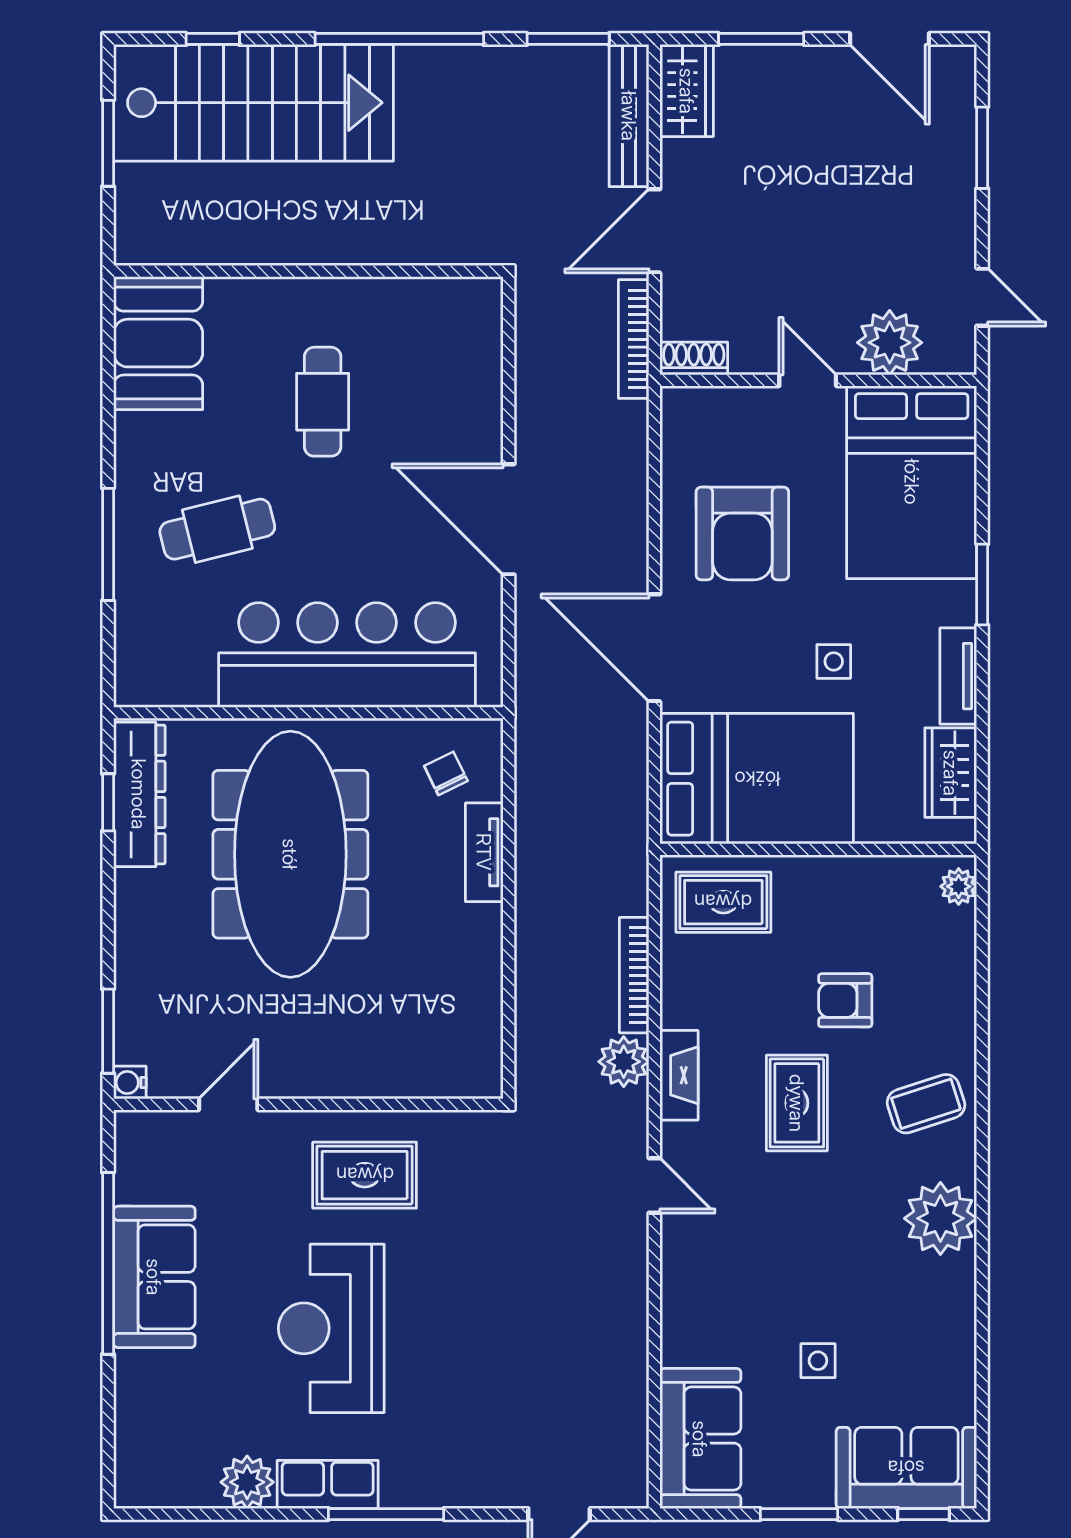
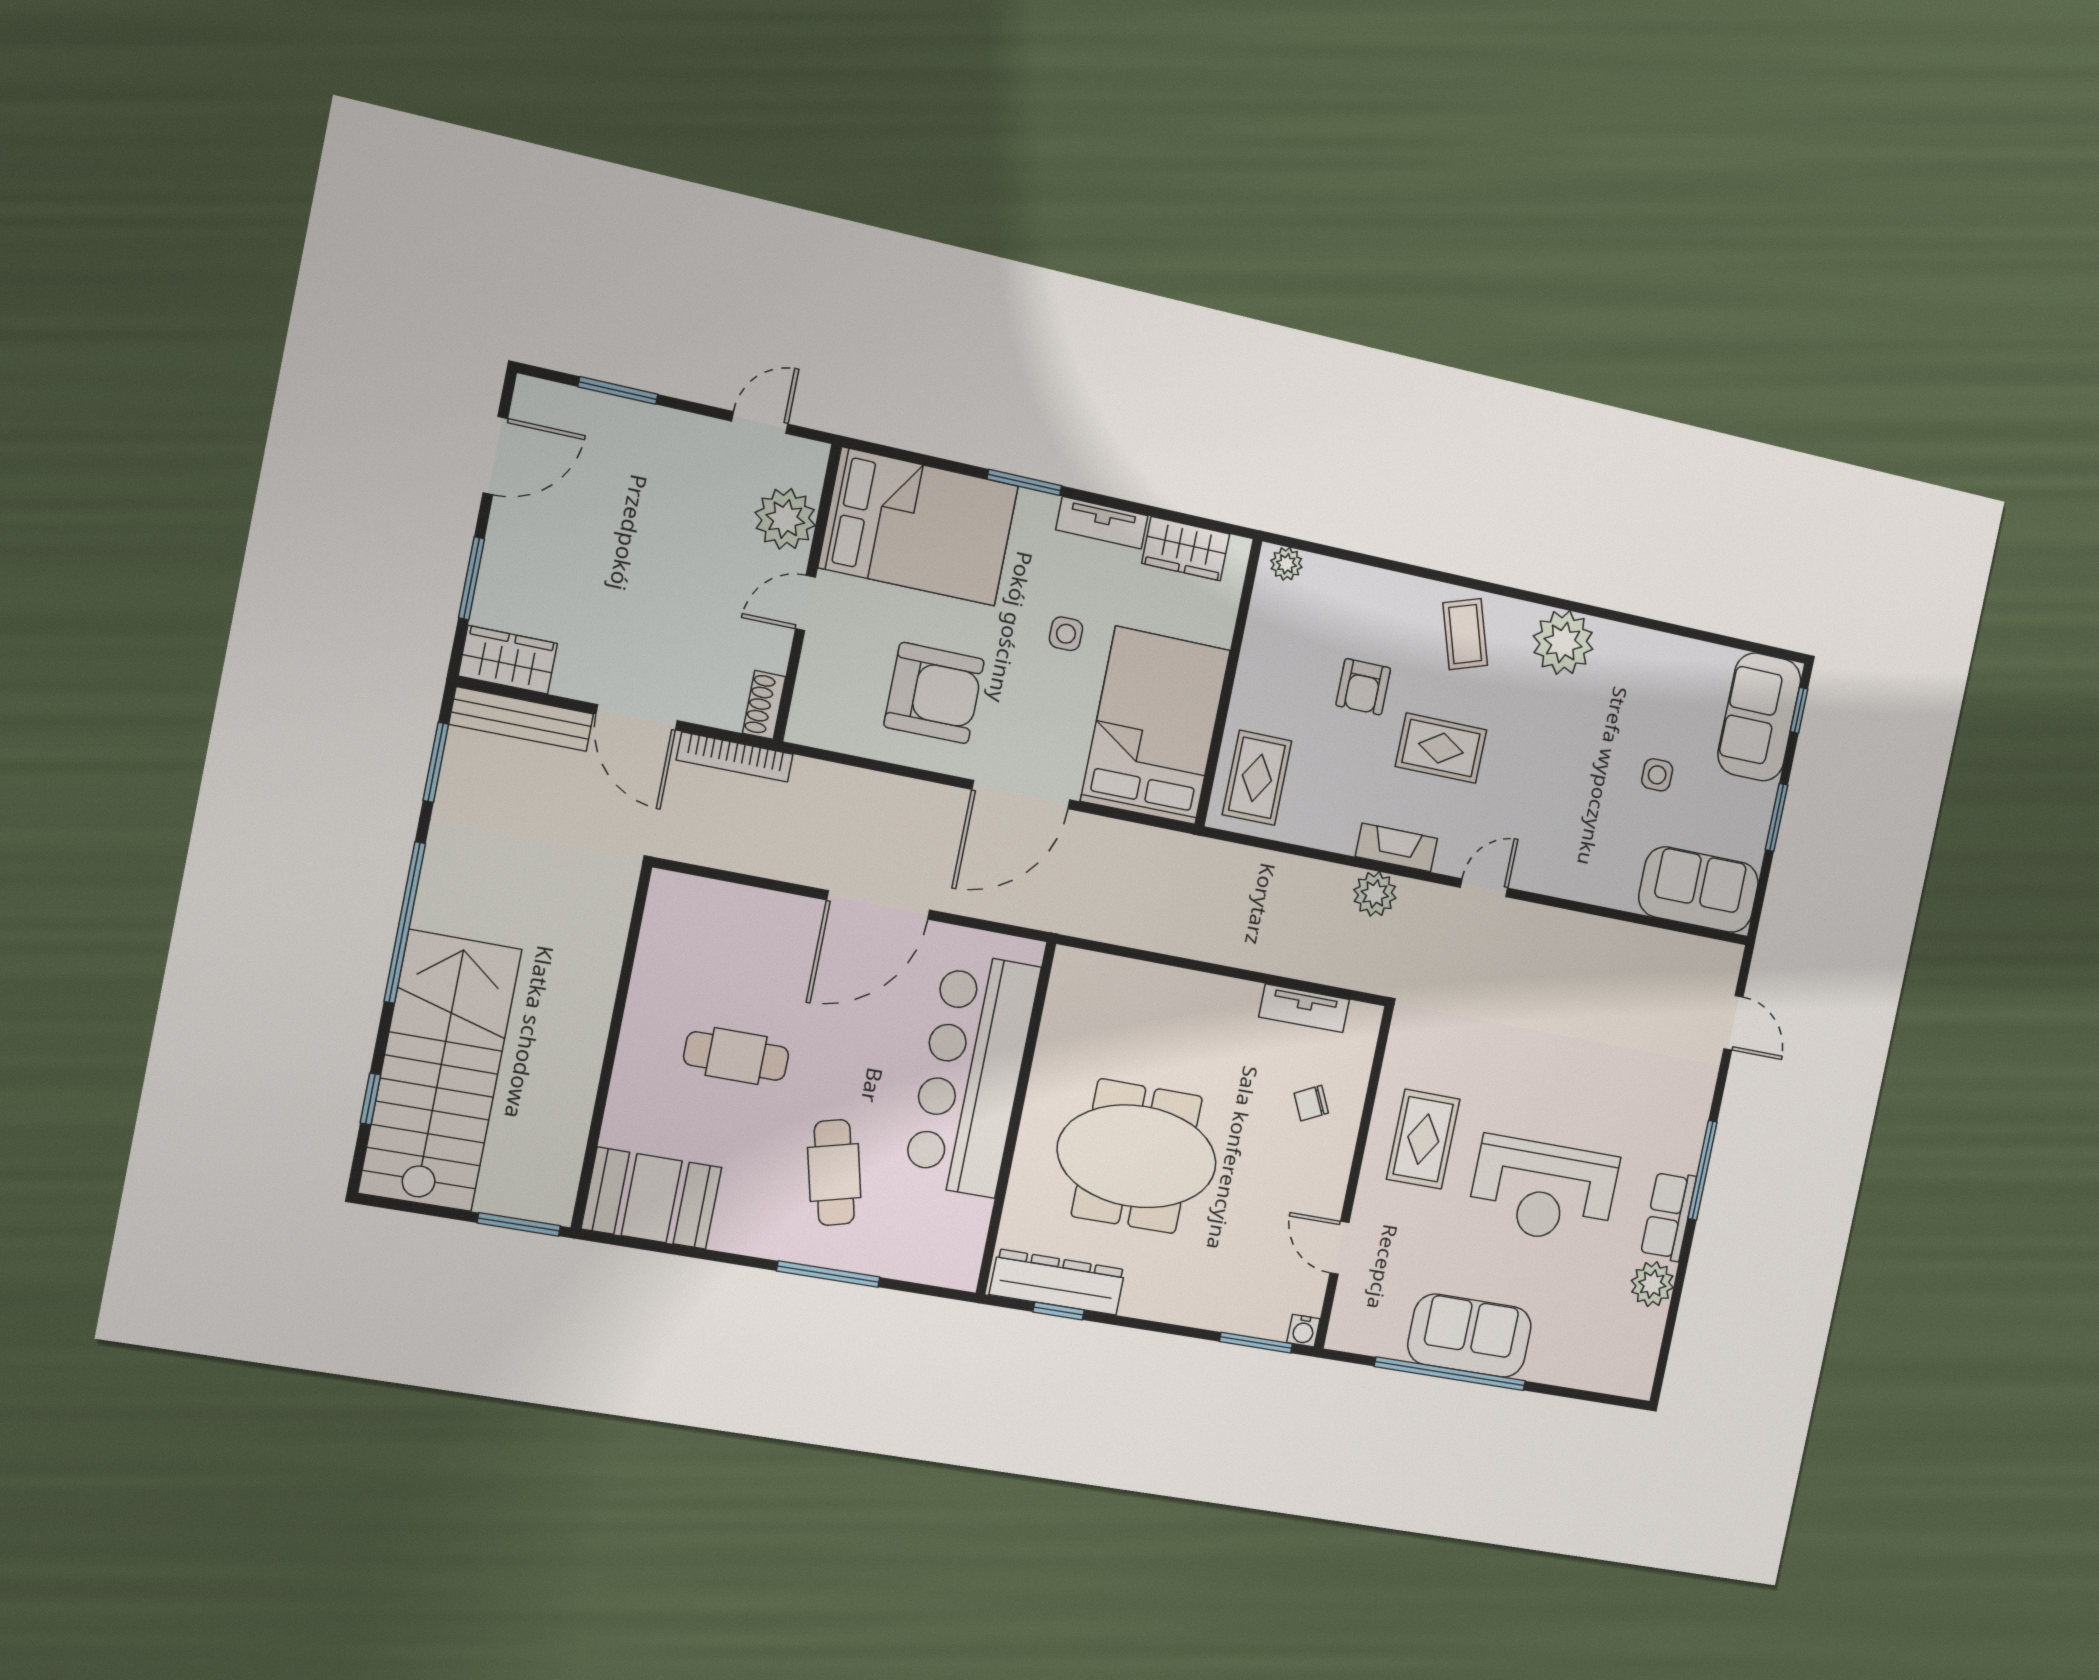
window: (108, 143) -> (519, 1224), moved
chair: (446, 773) -> (1311, 1103), moved
tv unit: (484, 852) -> (1304, 1008), moved
meeting table: (290, 854) -> (1137, 1156), width x0.73
bookcase: (634, 975) -> (1303, 870), removed

